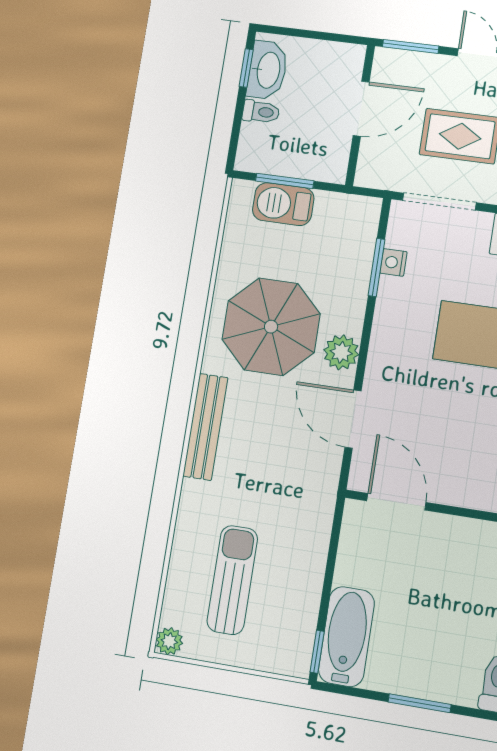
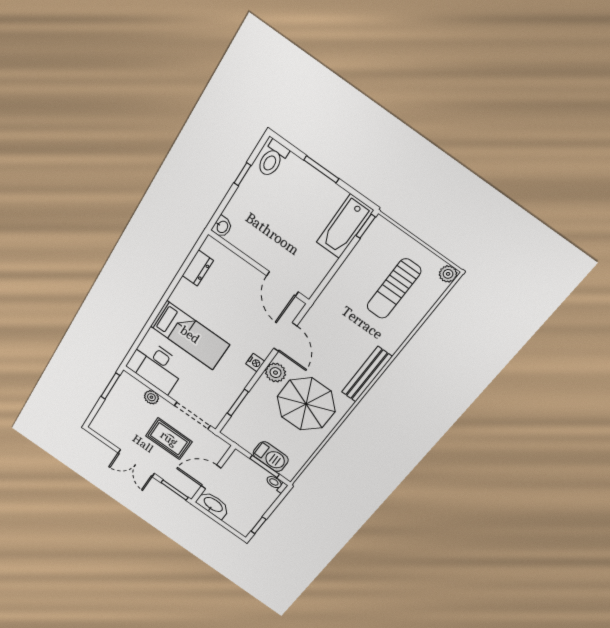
washbasin: (267, 70) -> (213, 505), moved, turned 90
toilet: (261, 112) -> (276, 484), moved
nightstand: (393, 262) -> (255, 363), moved

